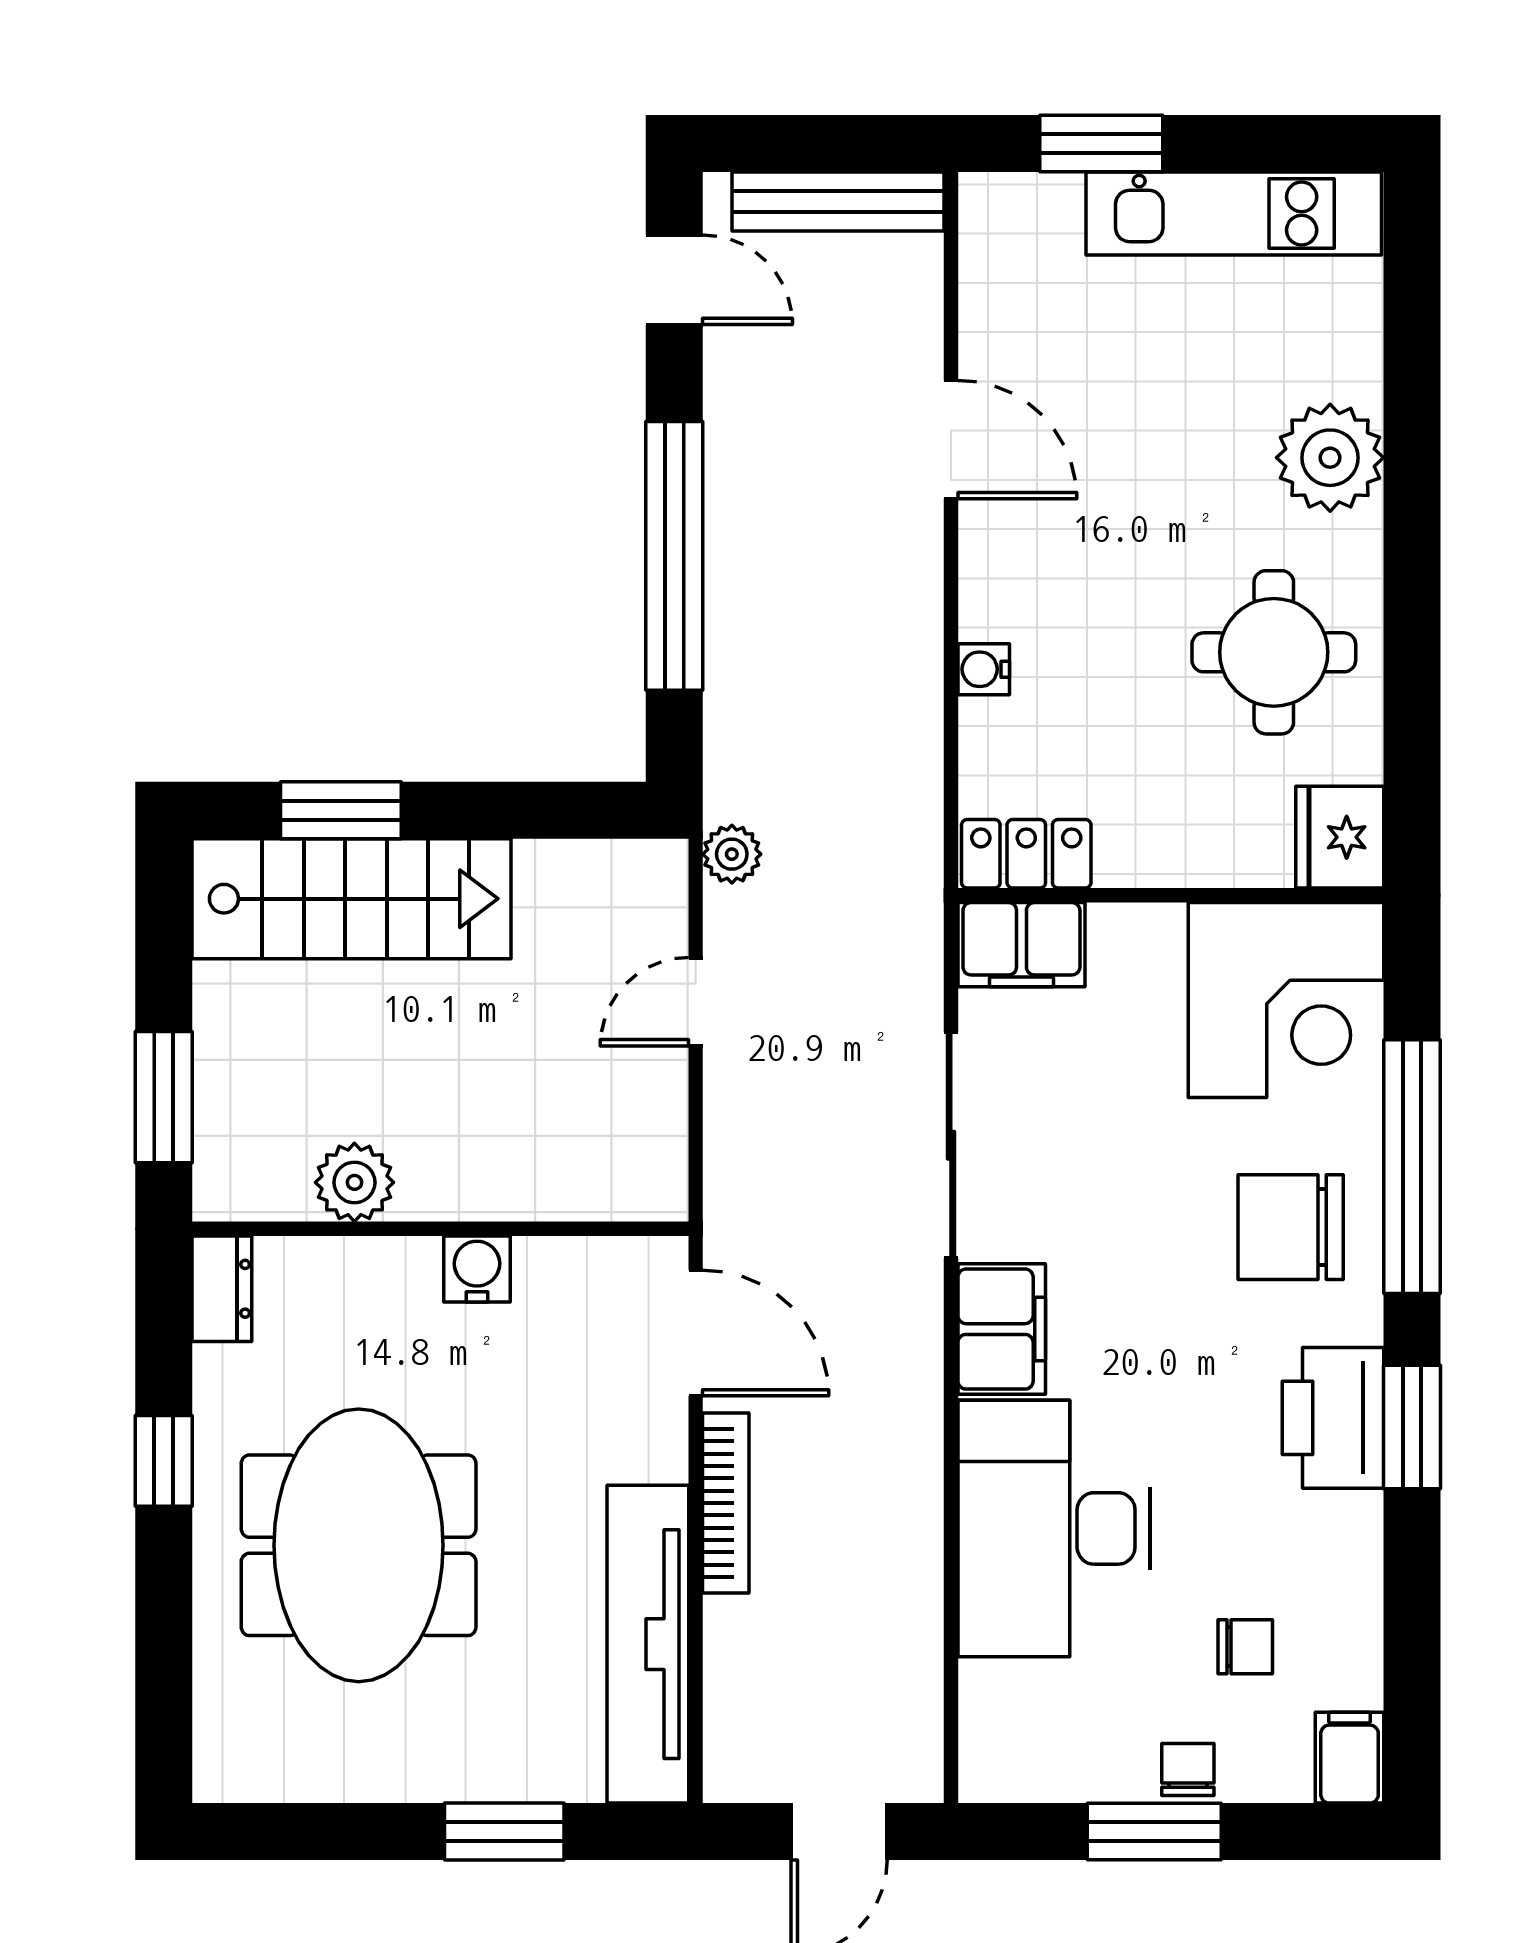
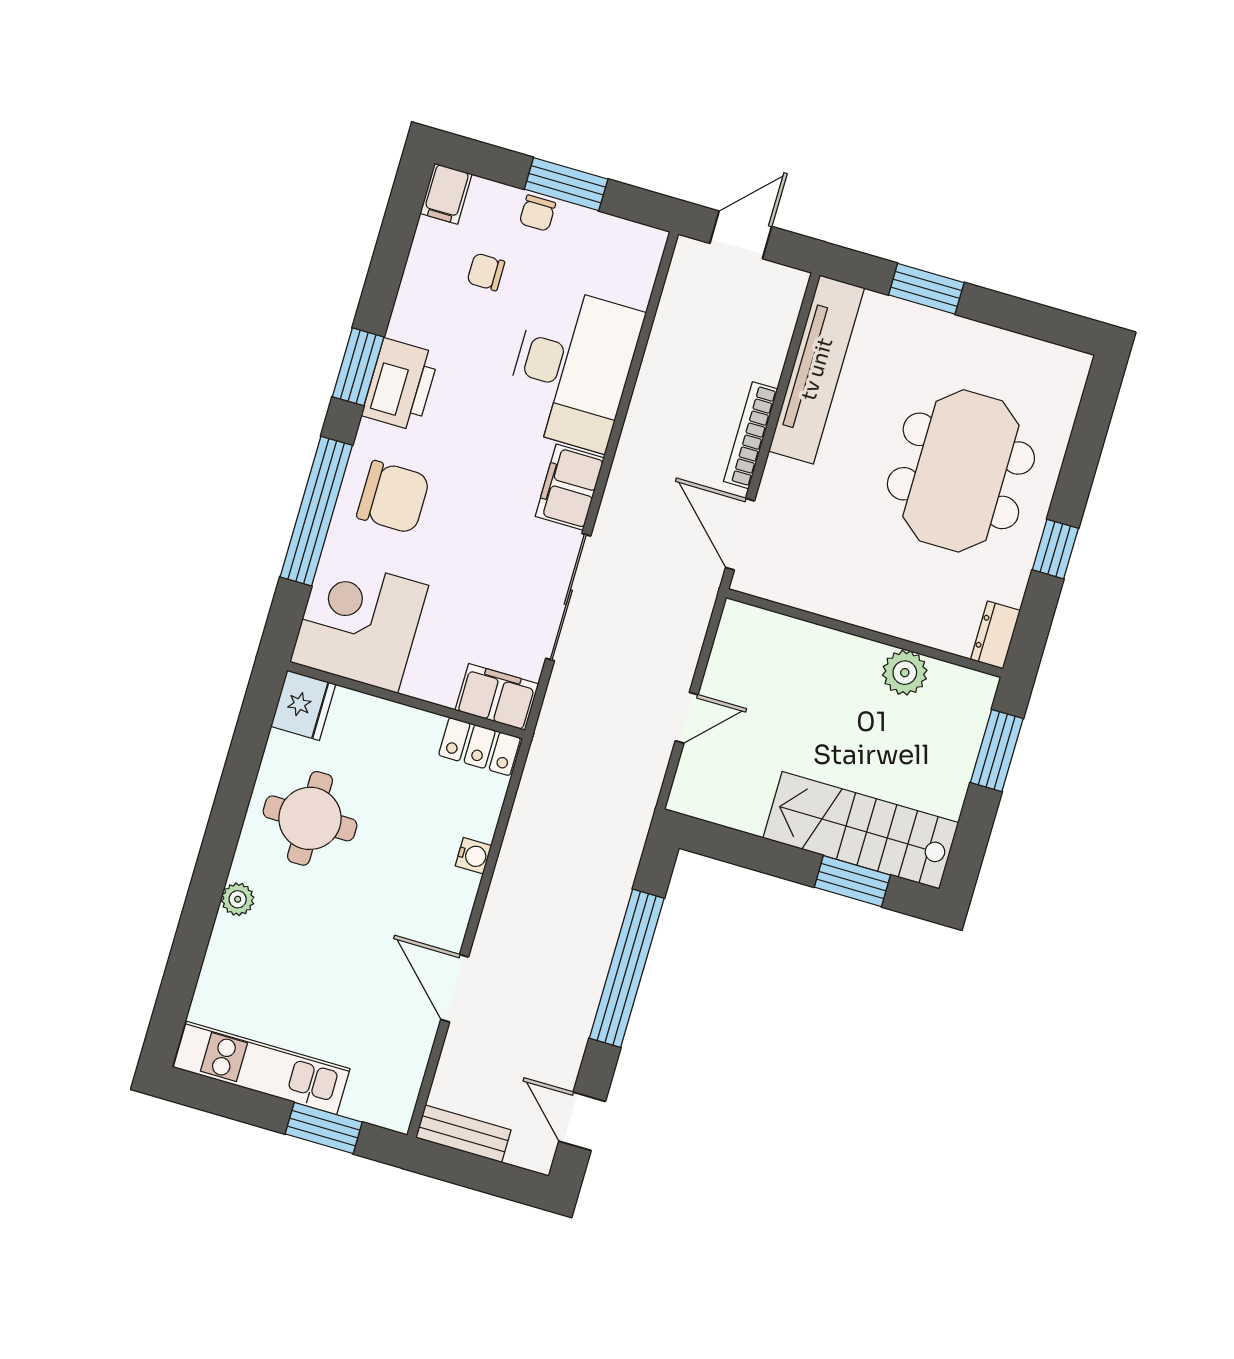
bench: (838, 202) -> (463, 1134), width x0.73
plant: (1330, 458) -> (238, 899), width x0.53, depth x0.53
plant: (732, 854) -> (643, 794), removed
water cooler: (477, 1269) -> (851, 605), removed

